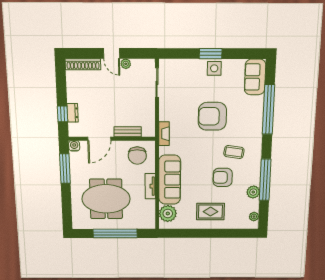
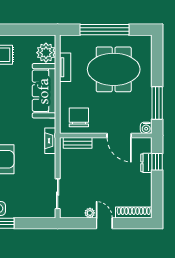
bench: (128, 132) -> (78, 143), moved
door: (99, 139) -> (119, 135), swing flipped
tv unit: (150, 186) -> (65, 67), moved

